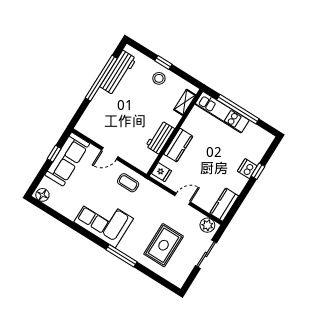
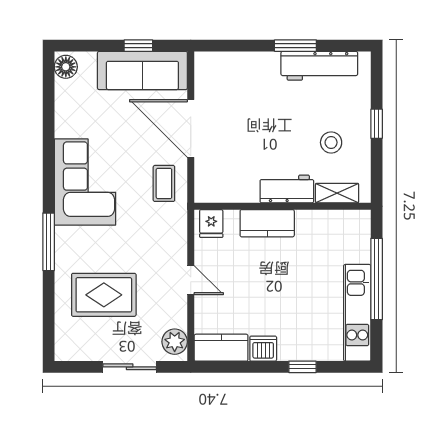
window: (101, 78) -> (295, 46), width x0.47
stool: (159, 78) -> (331, 142), moved
kitchen unit: (222, 112) -> (357, 313), moved
workbench: (160, 137) -> (287, 189), moved
door: (110, 153) -> (191, 129), width x1.87
dishwasher: (247, 169) -> (263, 349), moved

